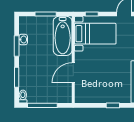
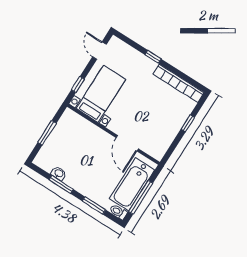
bathtub: (63, 36) -> (132, 184), moved, turned 90

